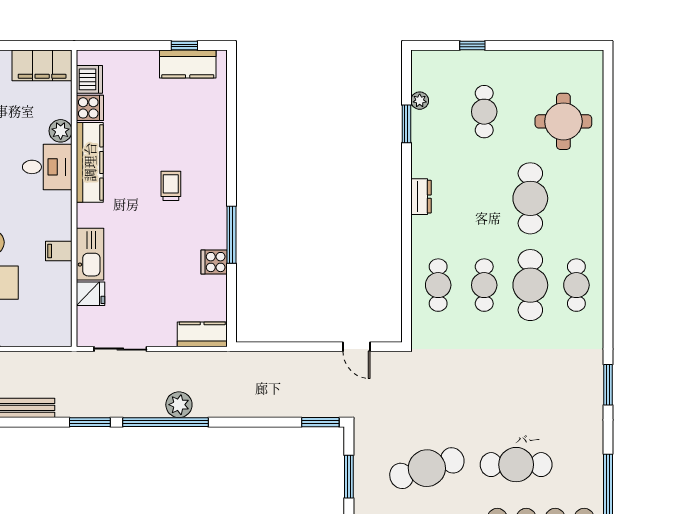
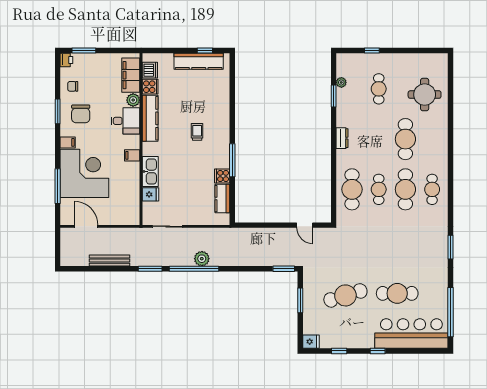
kitchen counter: (188, 64) -> (199, 61), width x1.50
filing cabinet: (42, 65) -> (131, 75), moved, turned 90
filing cabinet: (59, 251) -> (132, 155), moved
cafe table: (438, 285) -> (352, 189), width x1.37, depth x1.35
kitchen counter: (202, 334) -> (222, 199), moved, turned -90

